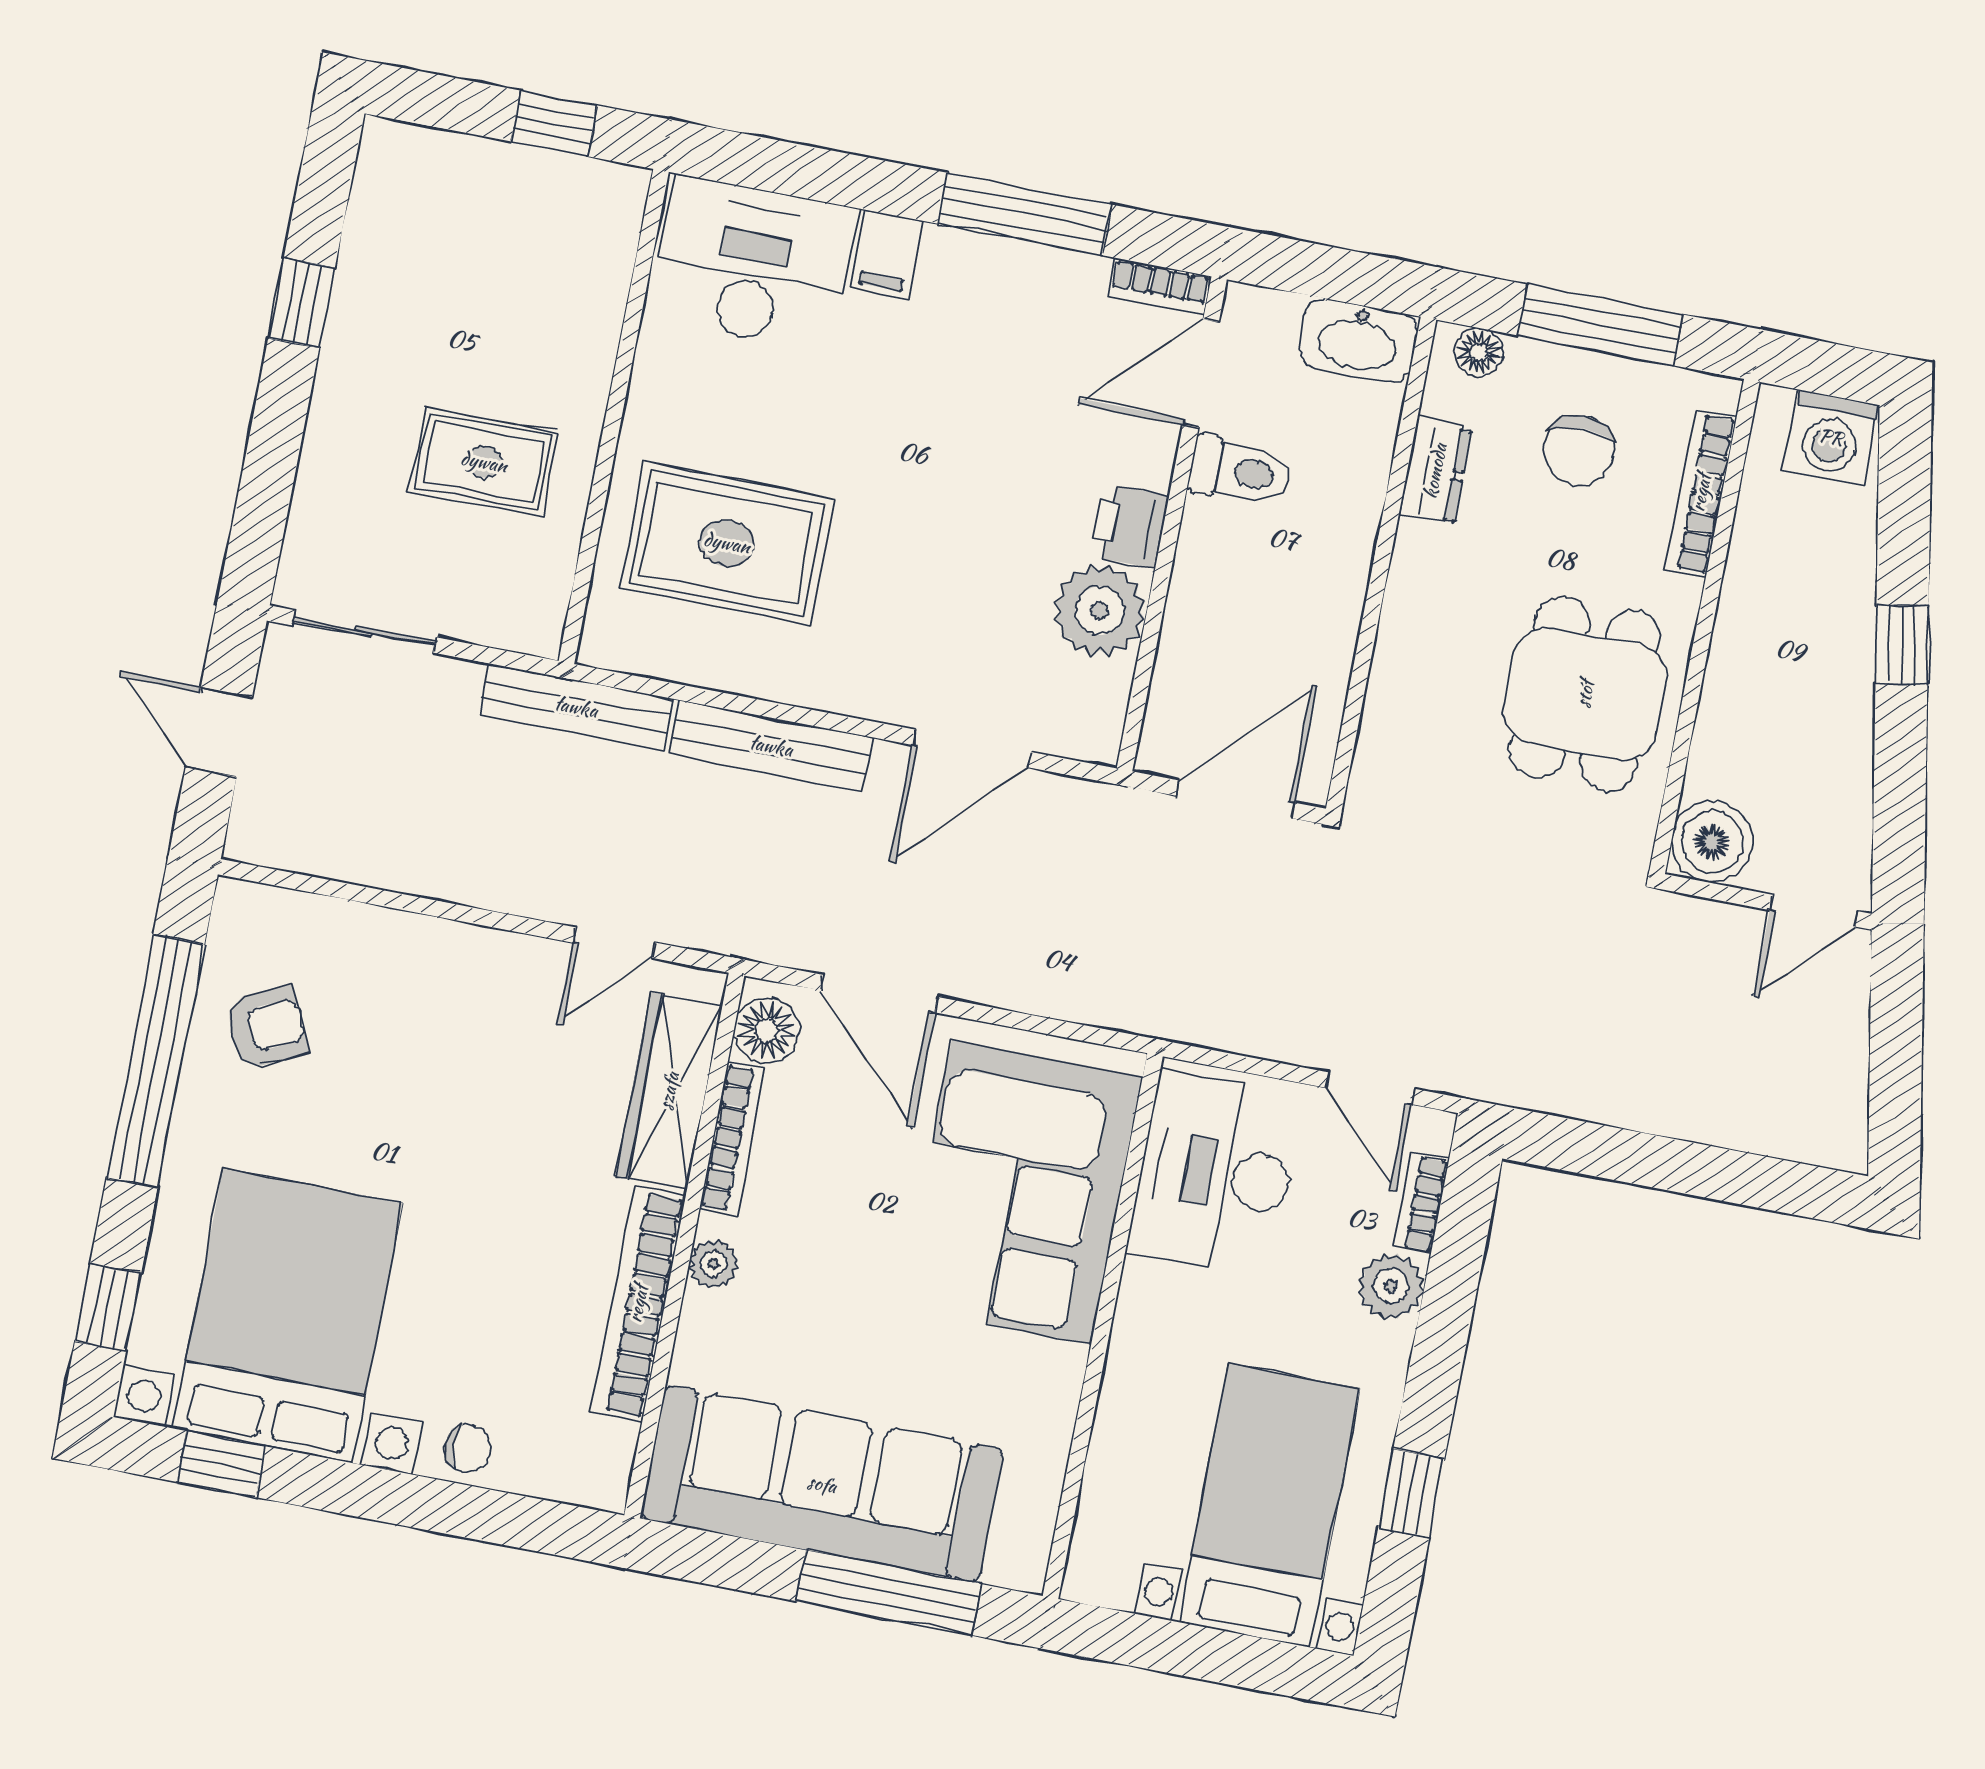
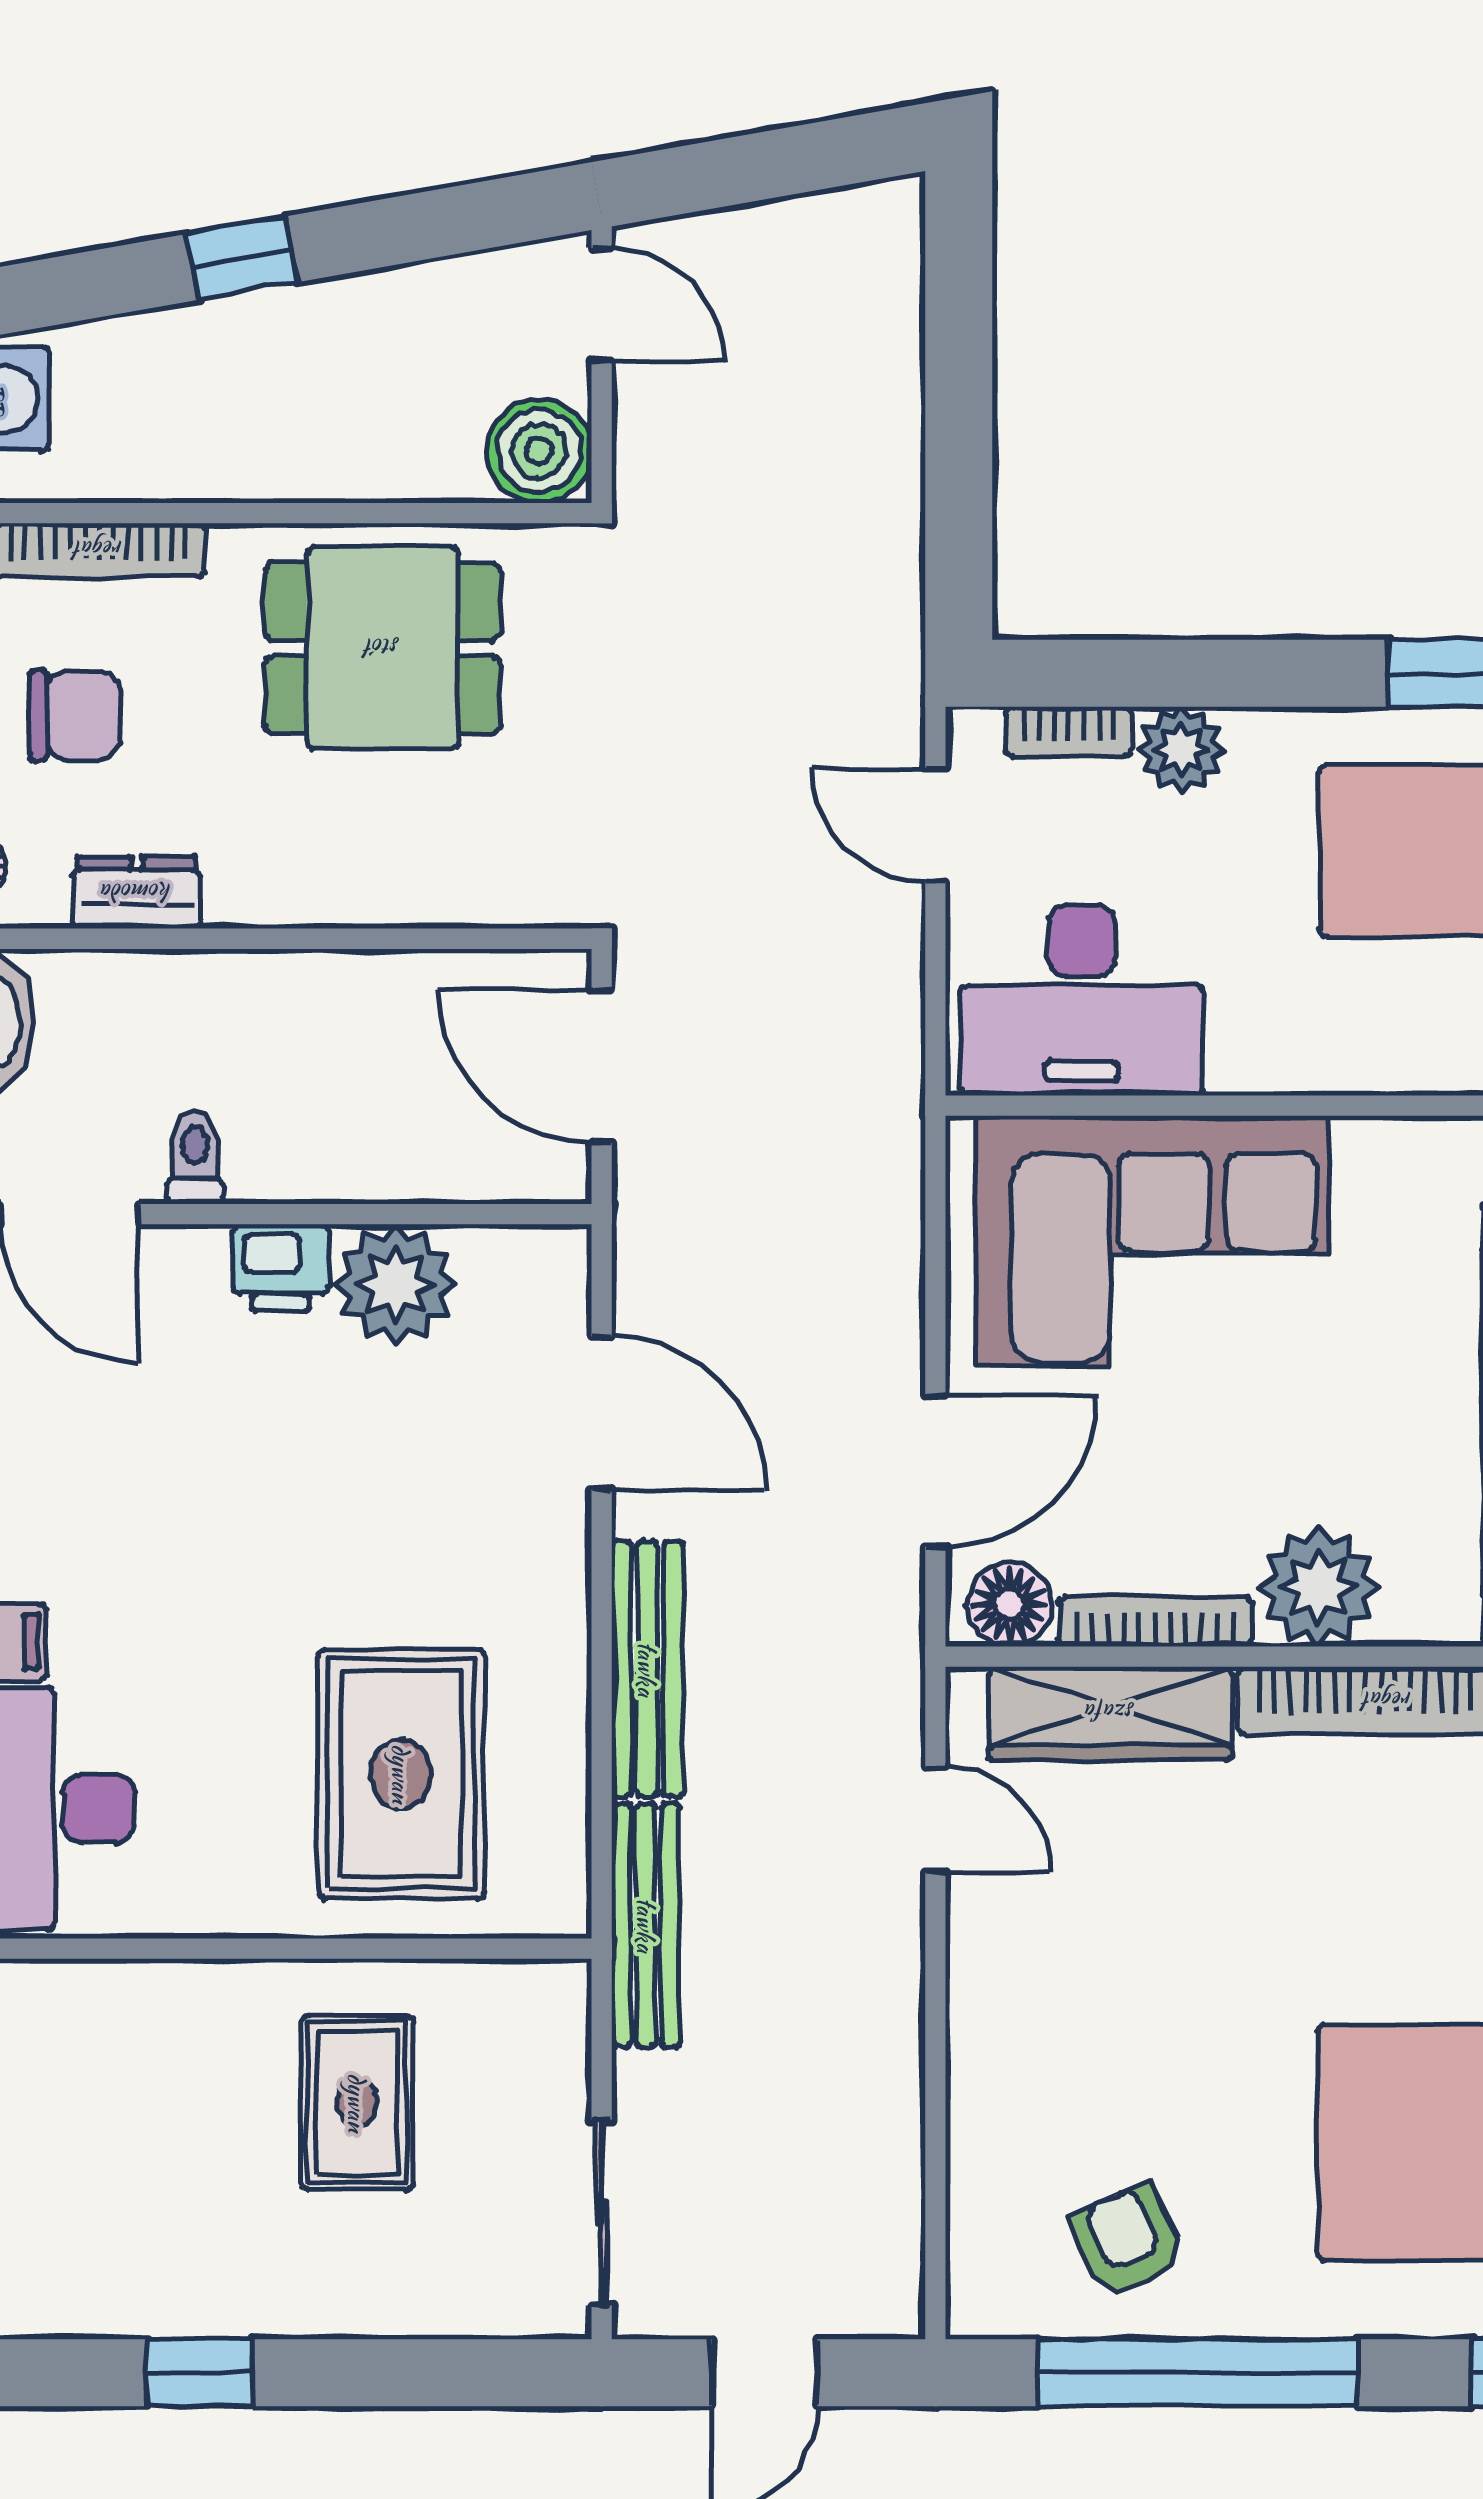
toilet: (1240, 471) -> (195, 1158), width x0.73, depth x0.72
door: (1370, 1088) -> (935, 825), swing flipped
plant: (714, 1264) -> (1319, 1587), width x1.88, depth x1.88

